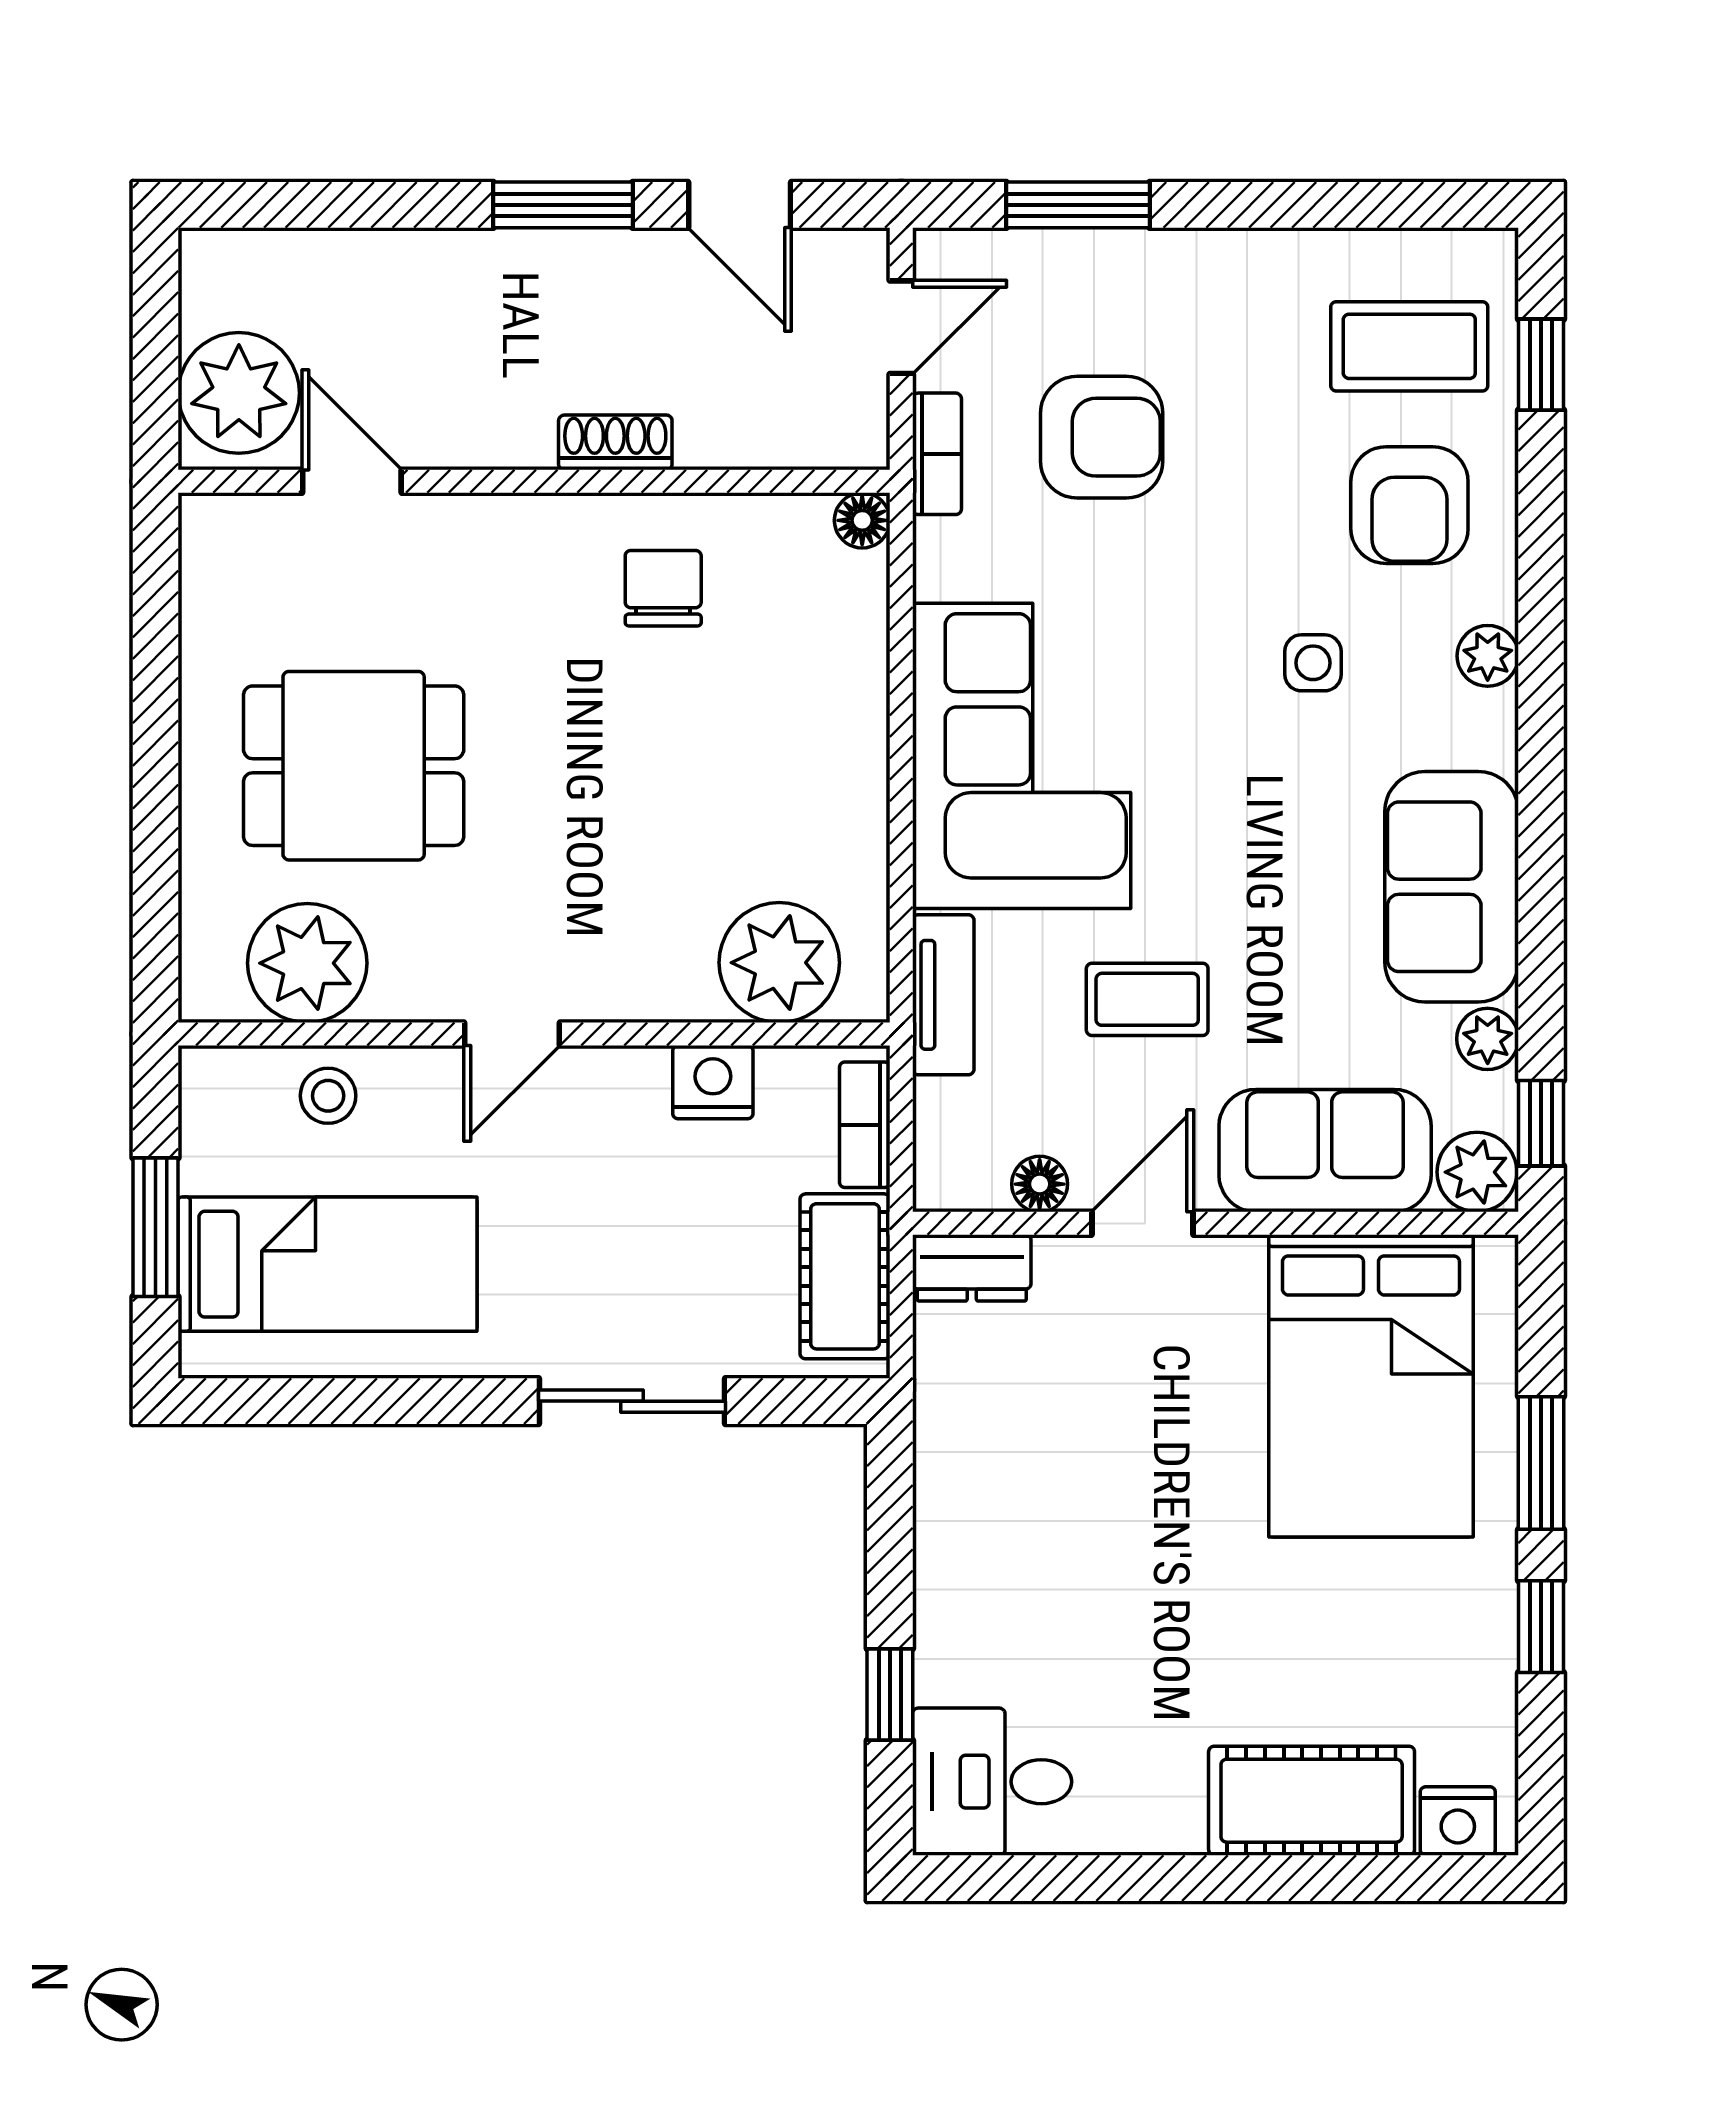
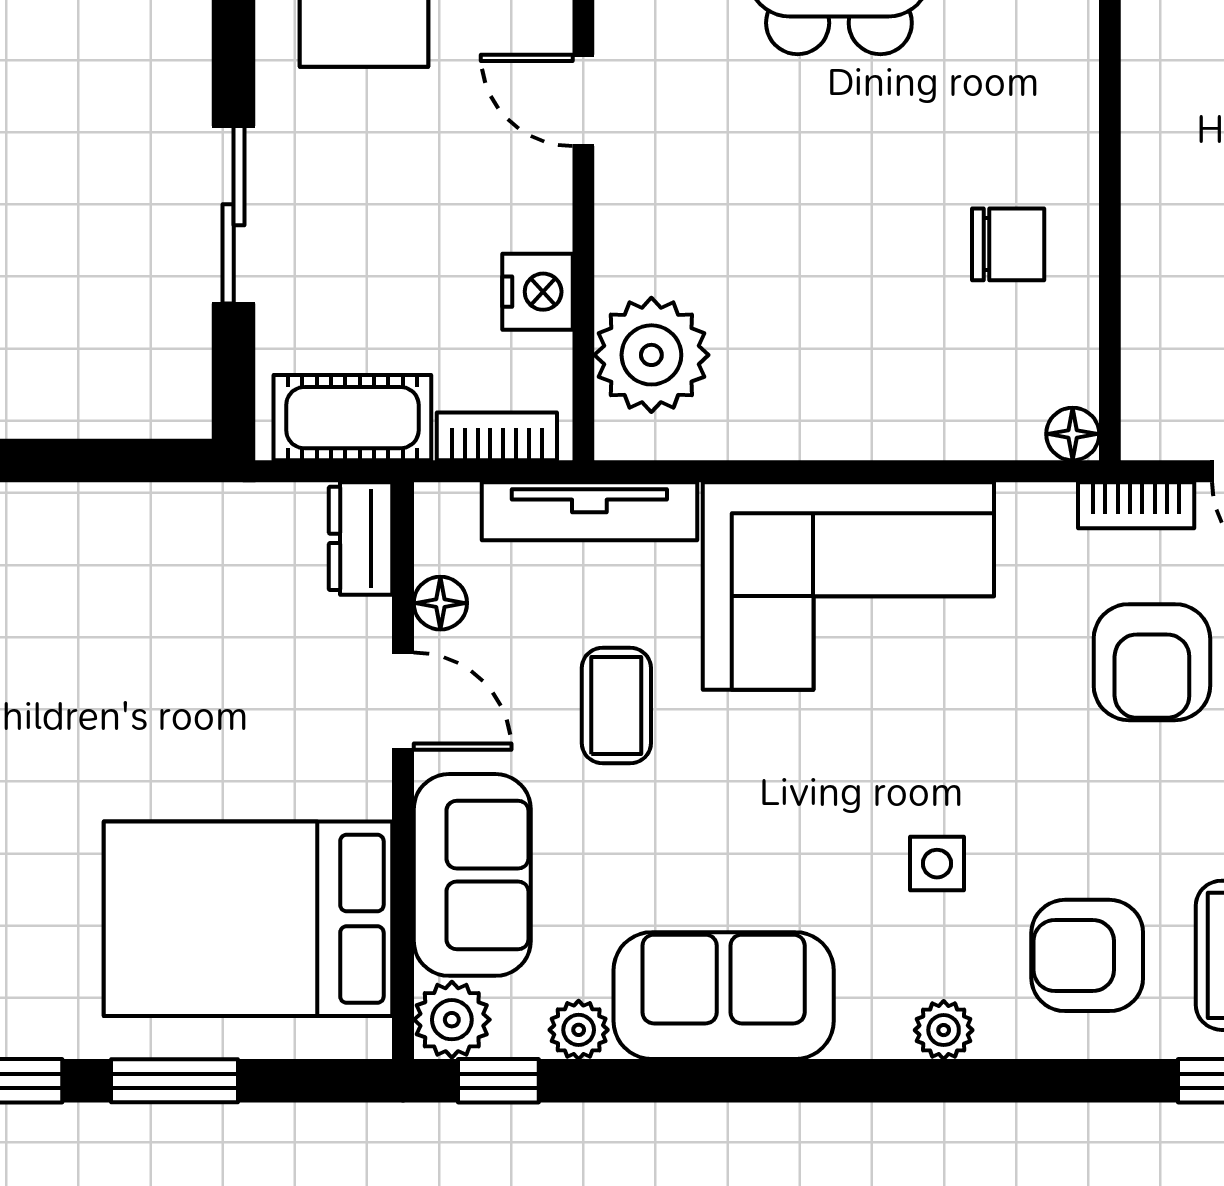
shoe rack: (615, 442) -> (1147, 199), removed
tv unit: (943, 995) -> (589, 511), width x1.41

